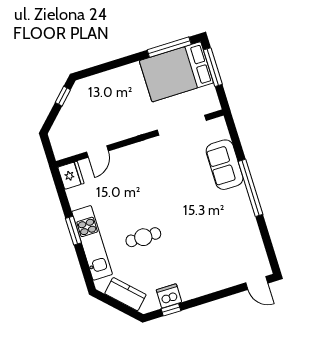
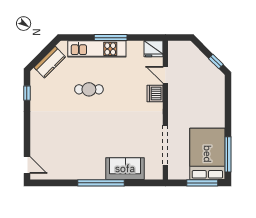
window: (73, 231) -> (111, 38), width x1.44
cafe table: (143, 237) -> (89, 89), turned 90
door: (257, 283) -> (27, 165), swing flipped
dishwasher: (169, 296) -> (155, 94), moved, turned 180

